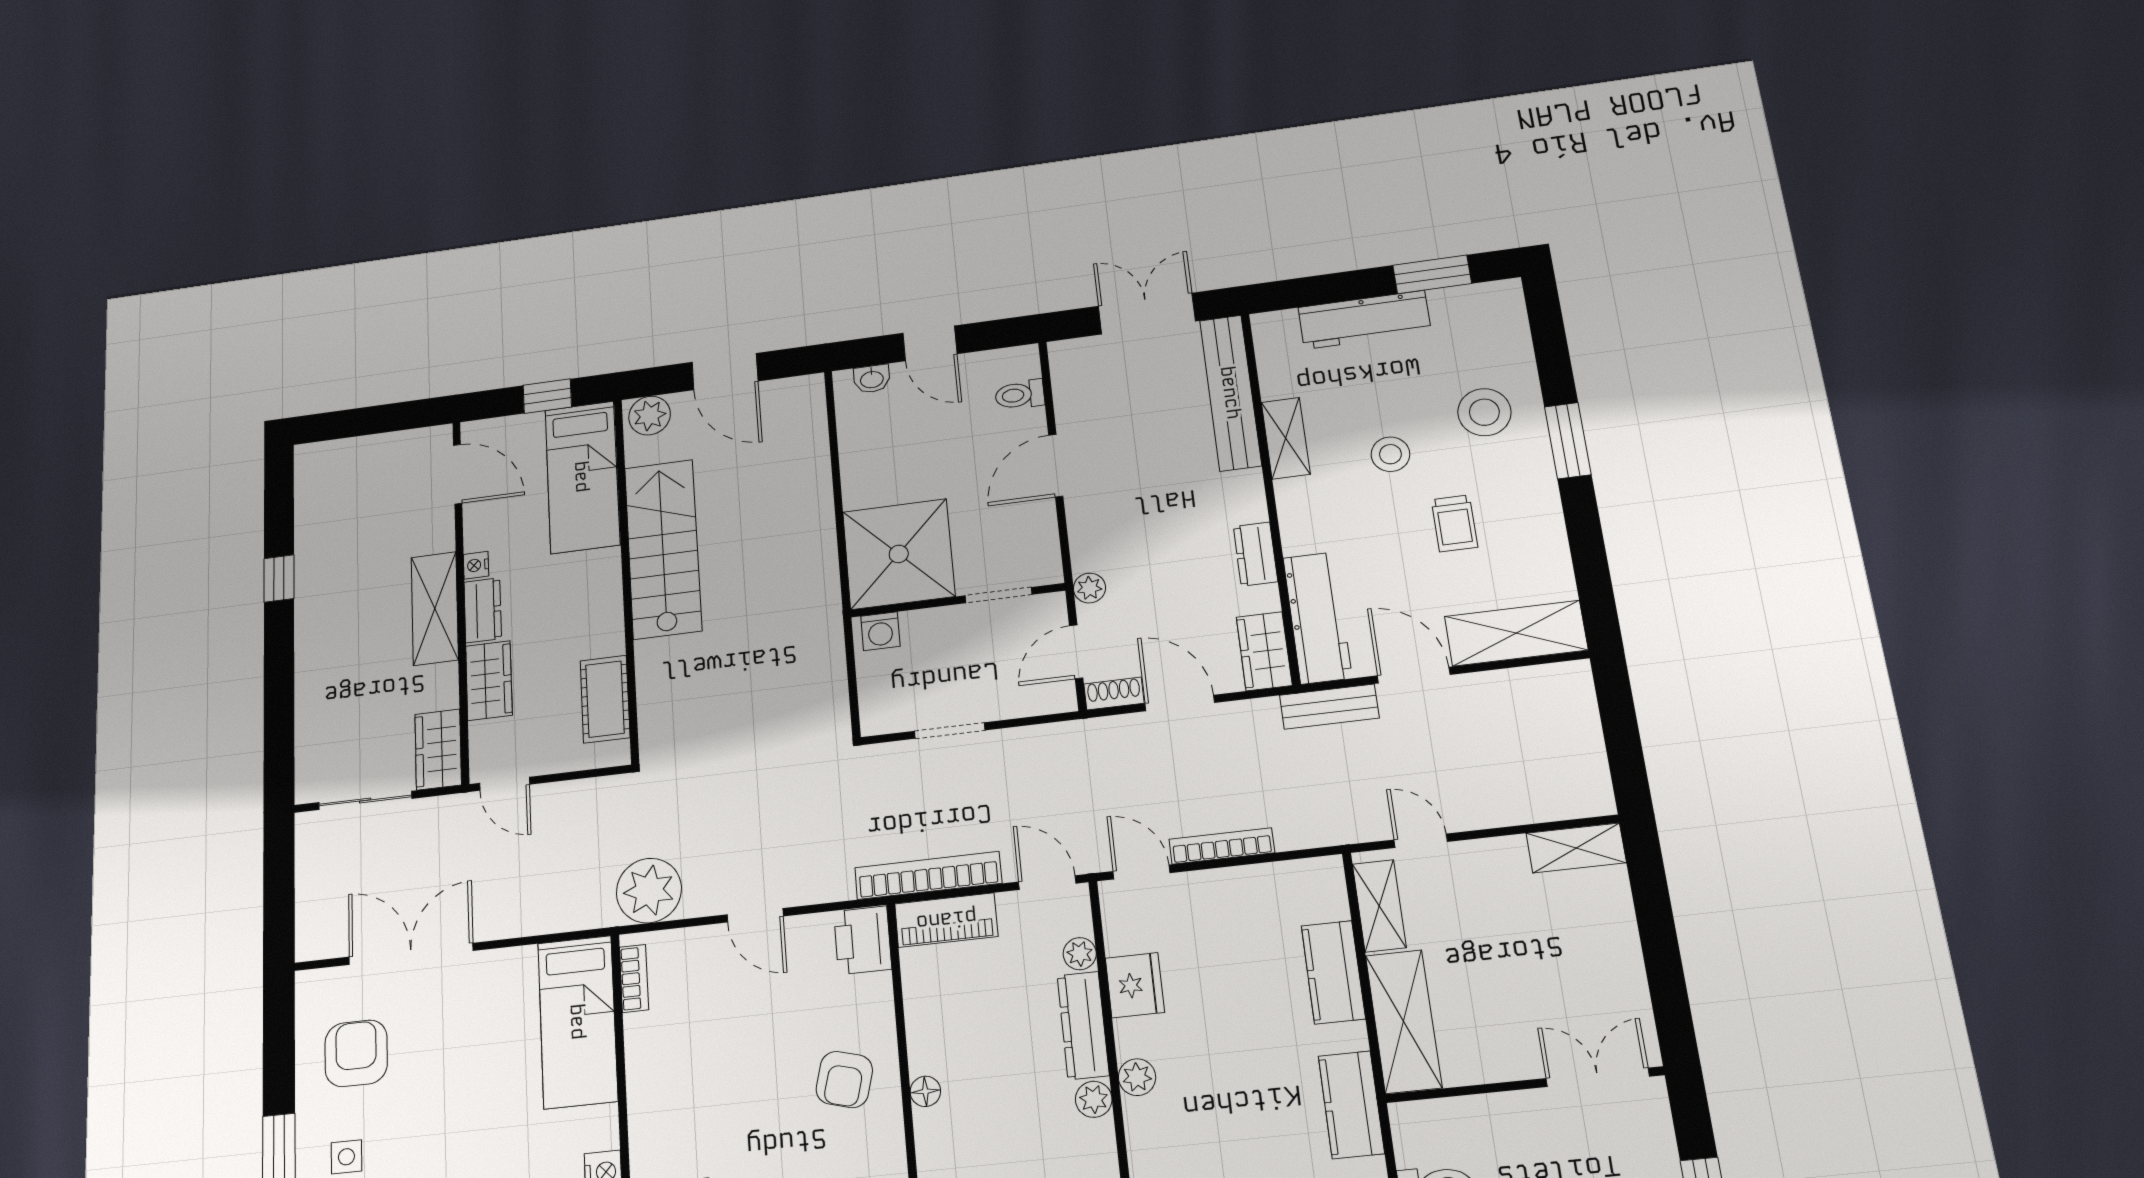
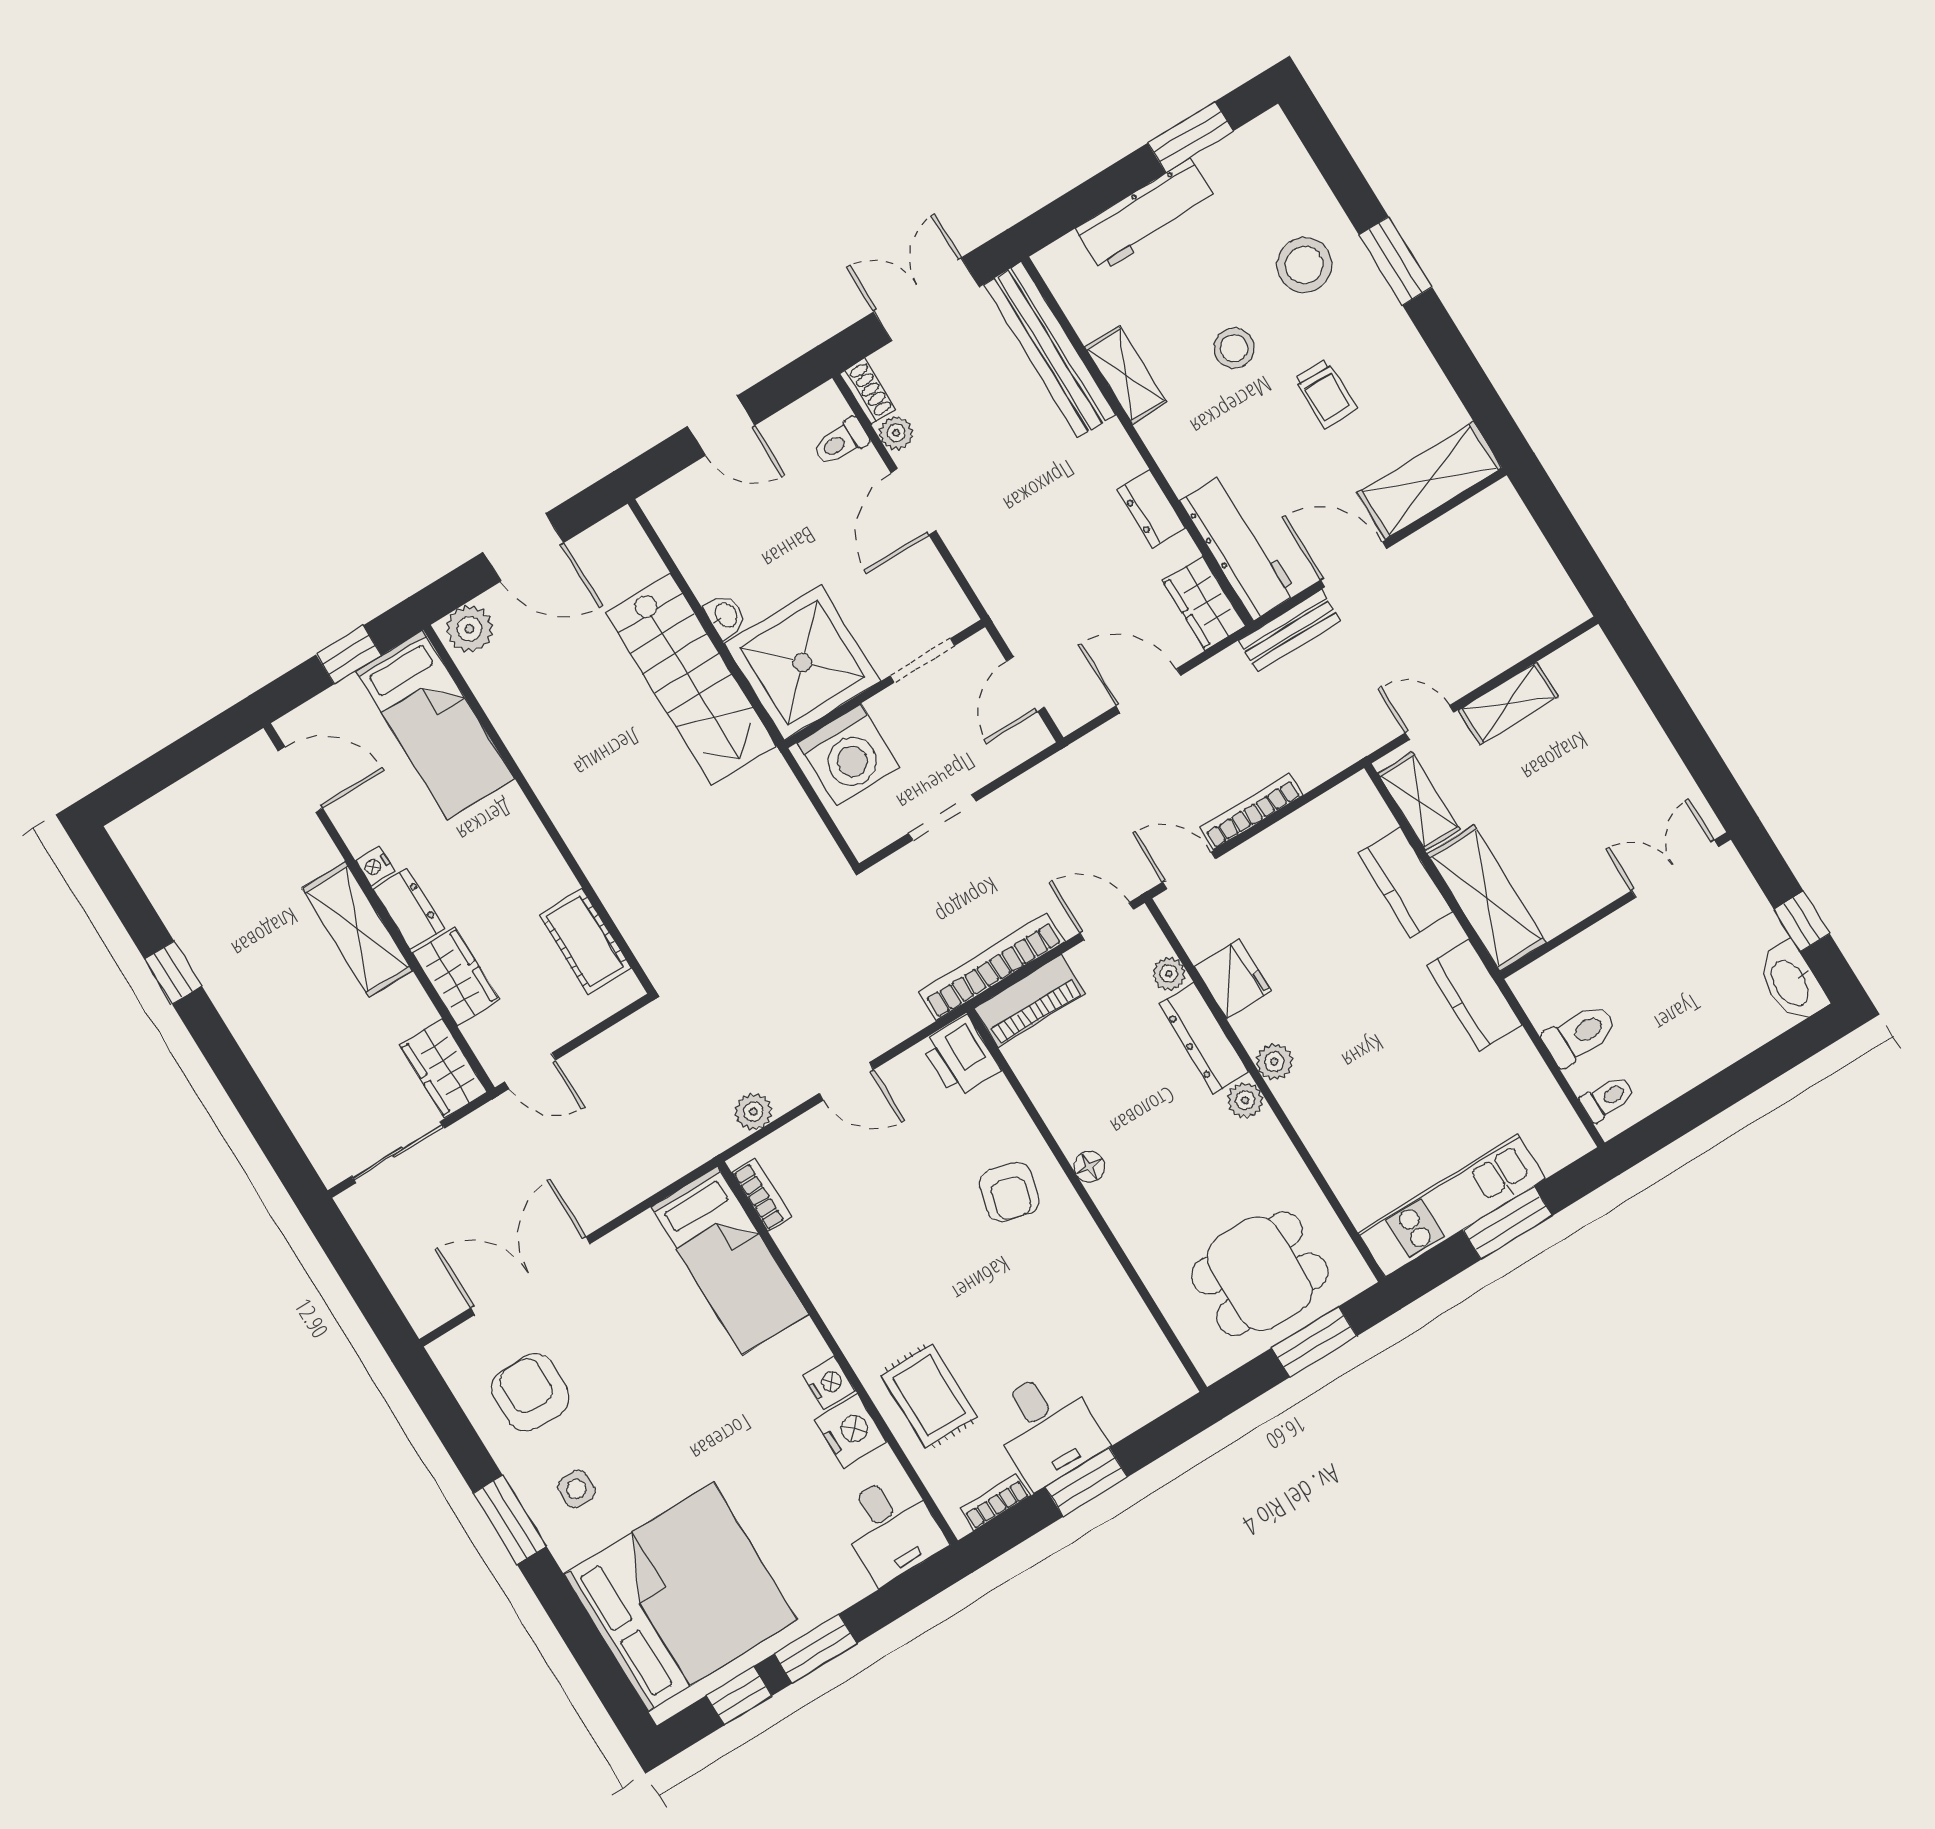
washbasin: (872, 379) -> (725, 616), moved, turned -90
stairs: (663, 549) -> (691, 679), moved, turned 180
plant: (1089, 588) -> (896, 433), moved
washing machine: (880, 631) -> (848, 755), width x1.89, depth x1.89
shoe rack: (1114, 694) -> (868, 391), moved, turned 90
shelving: (1576, 848) -> (1508, 704), moved
plant: (649, 891) -> (753, 1112), width x0.53, depth x0.53

